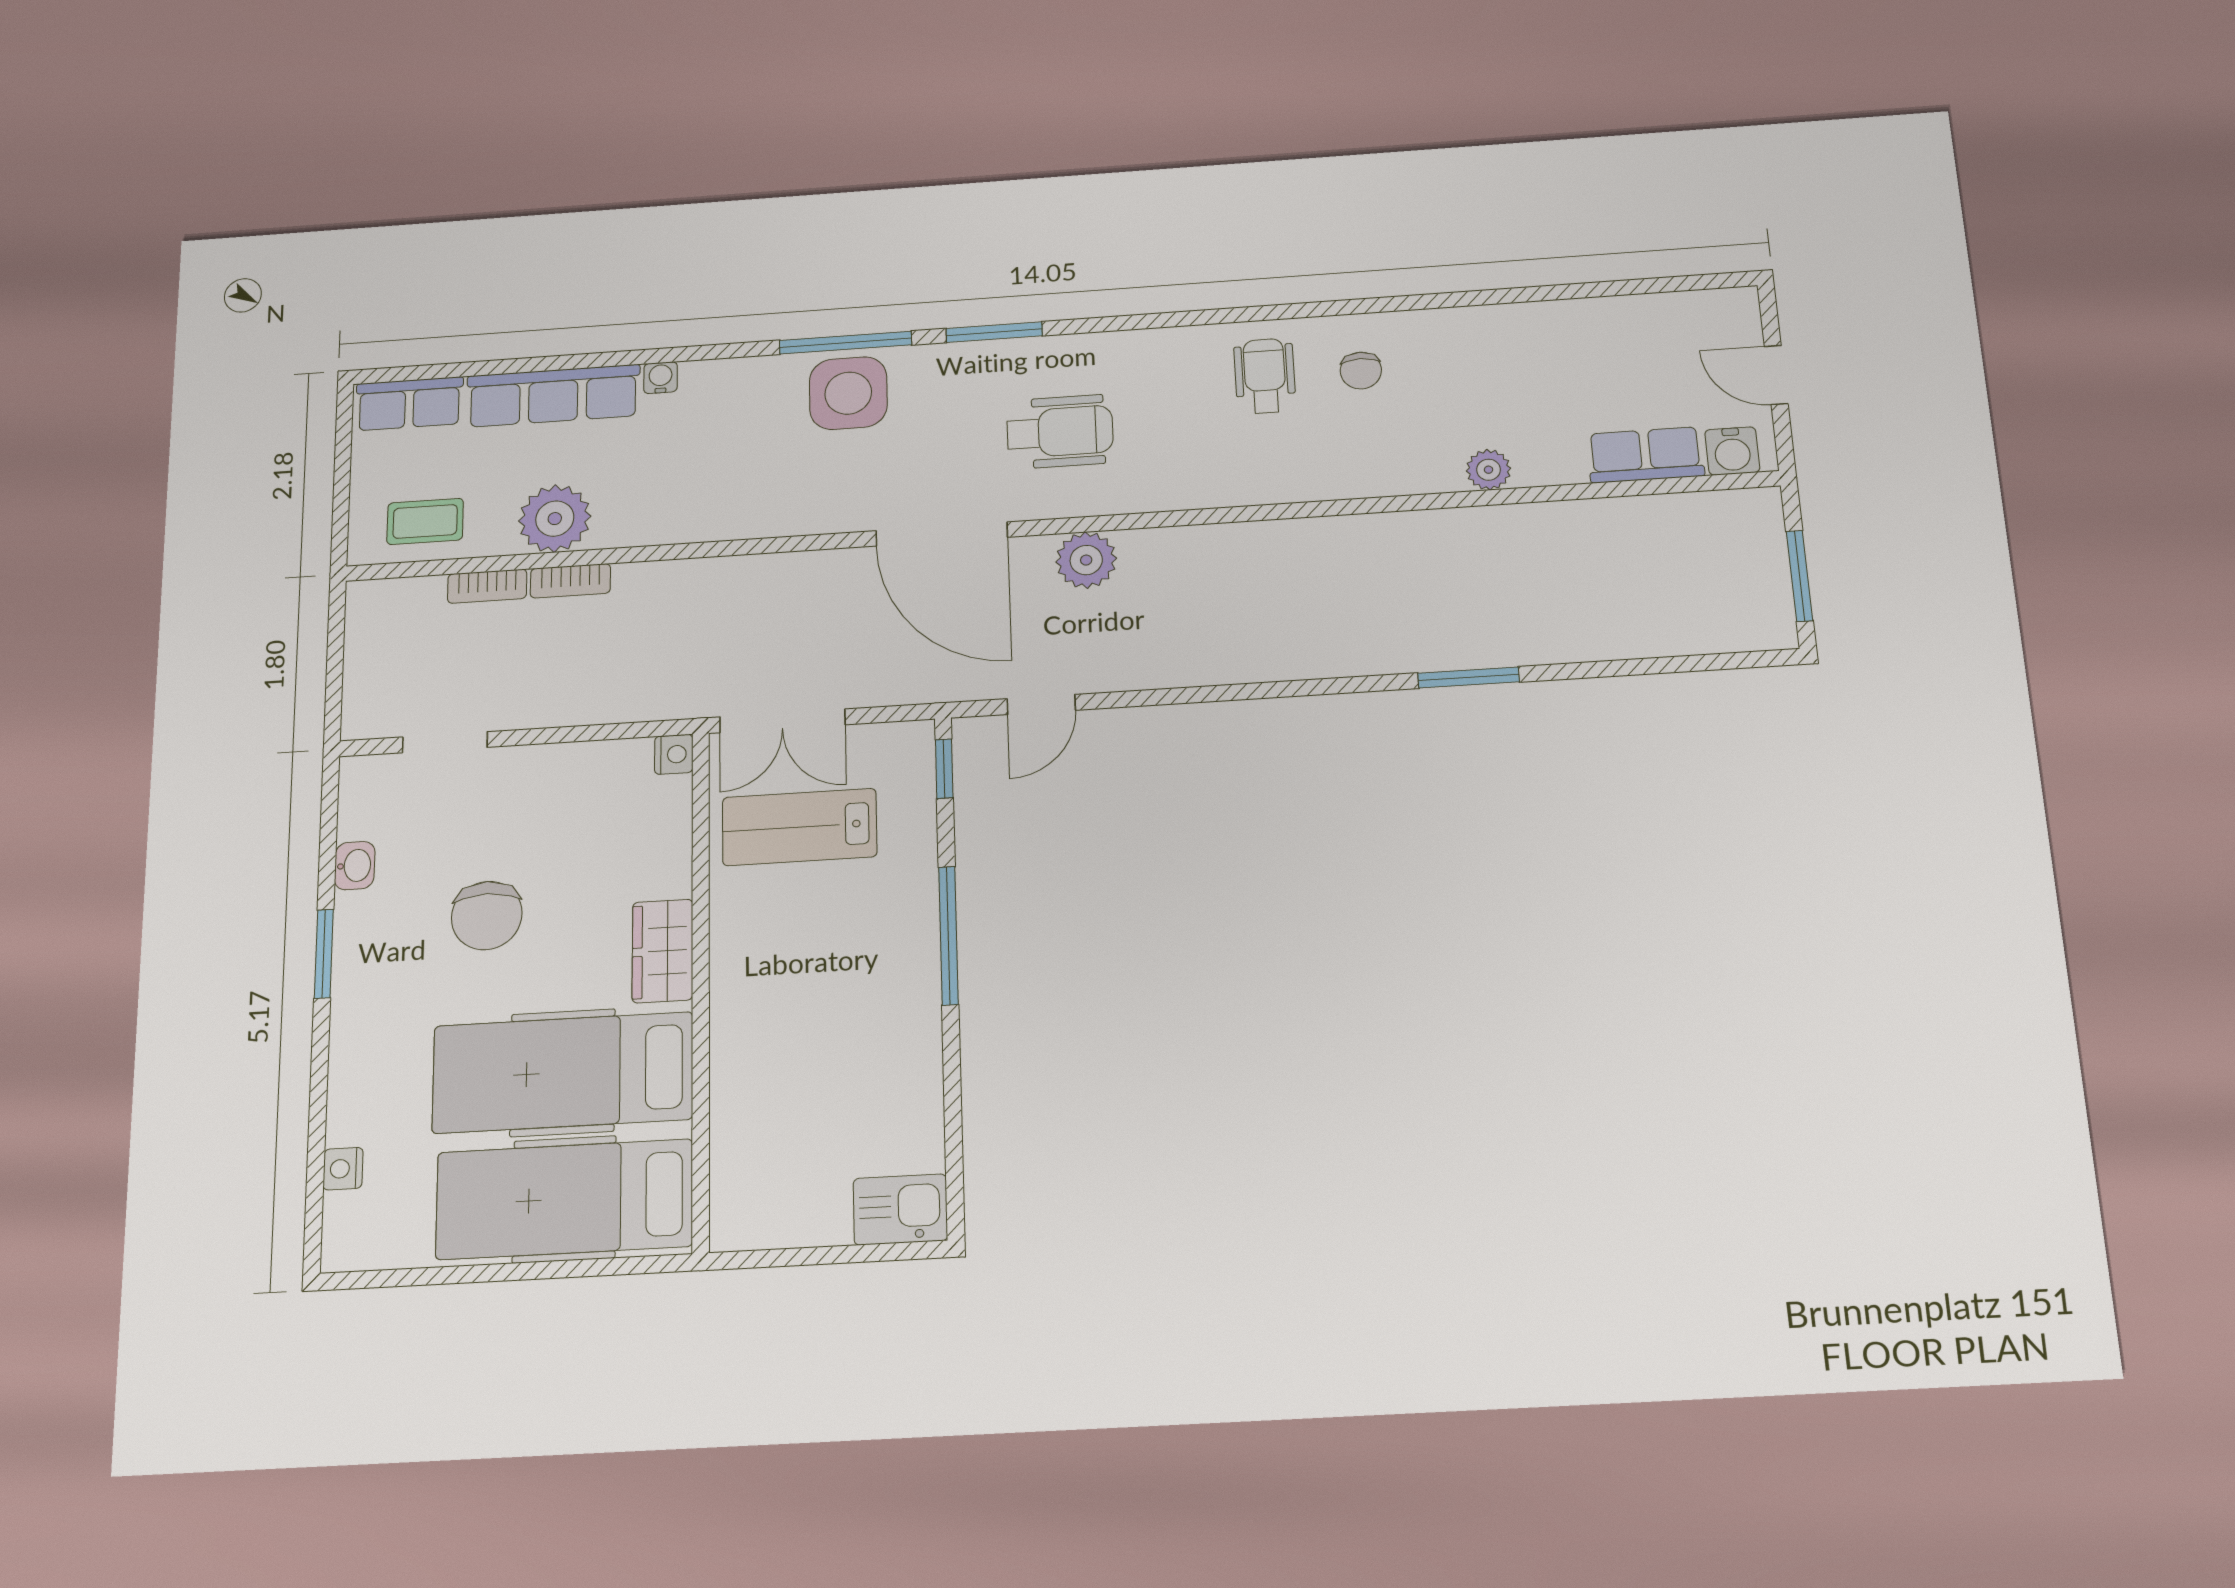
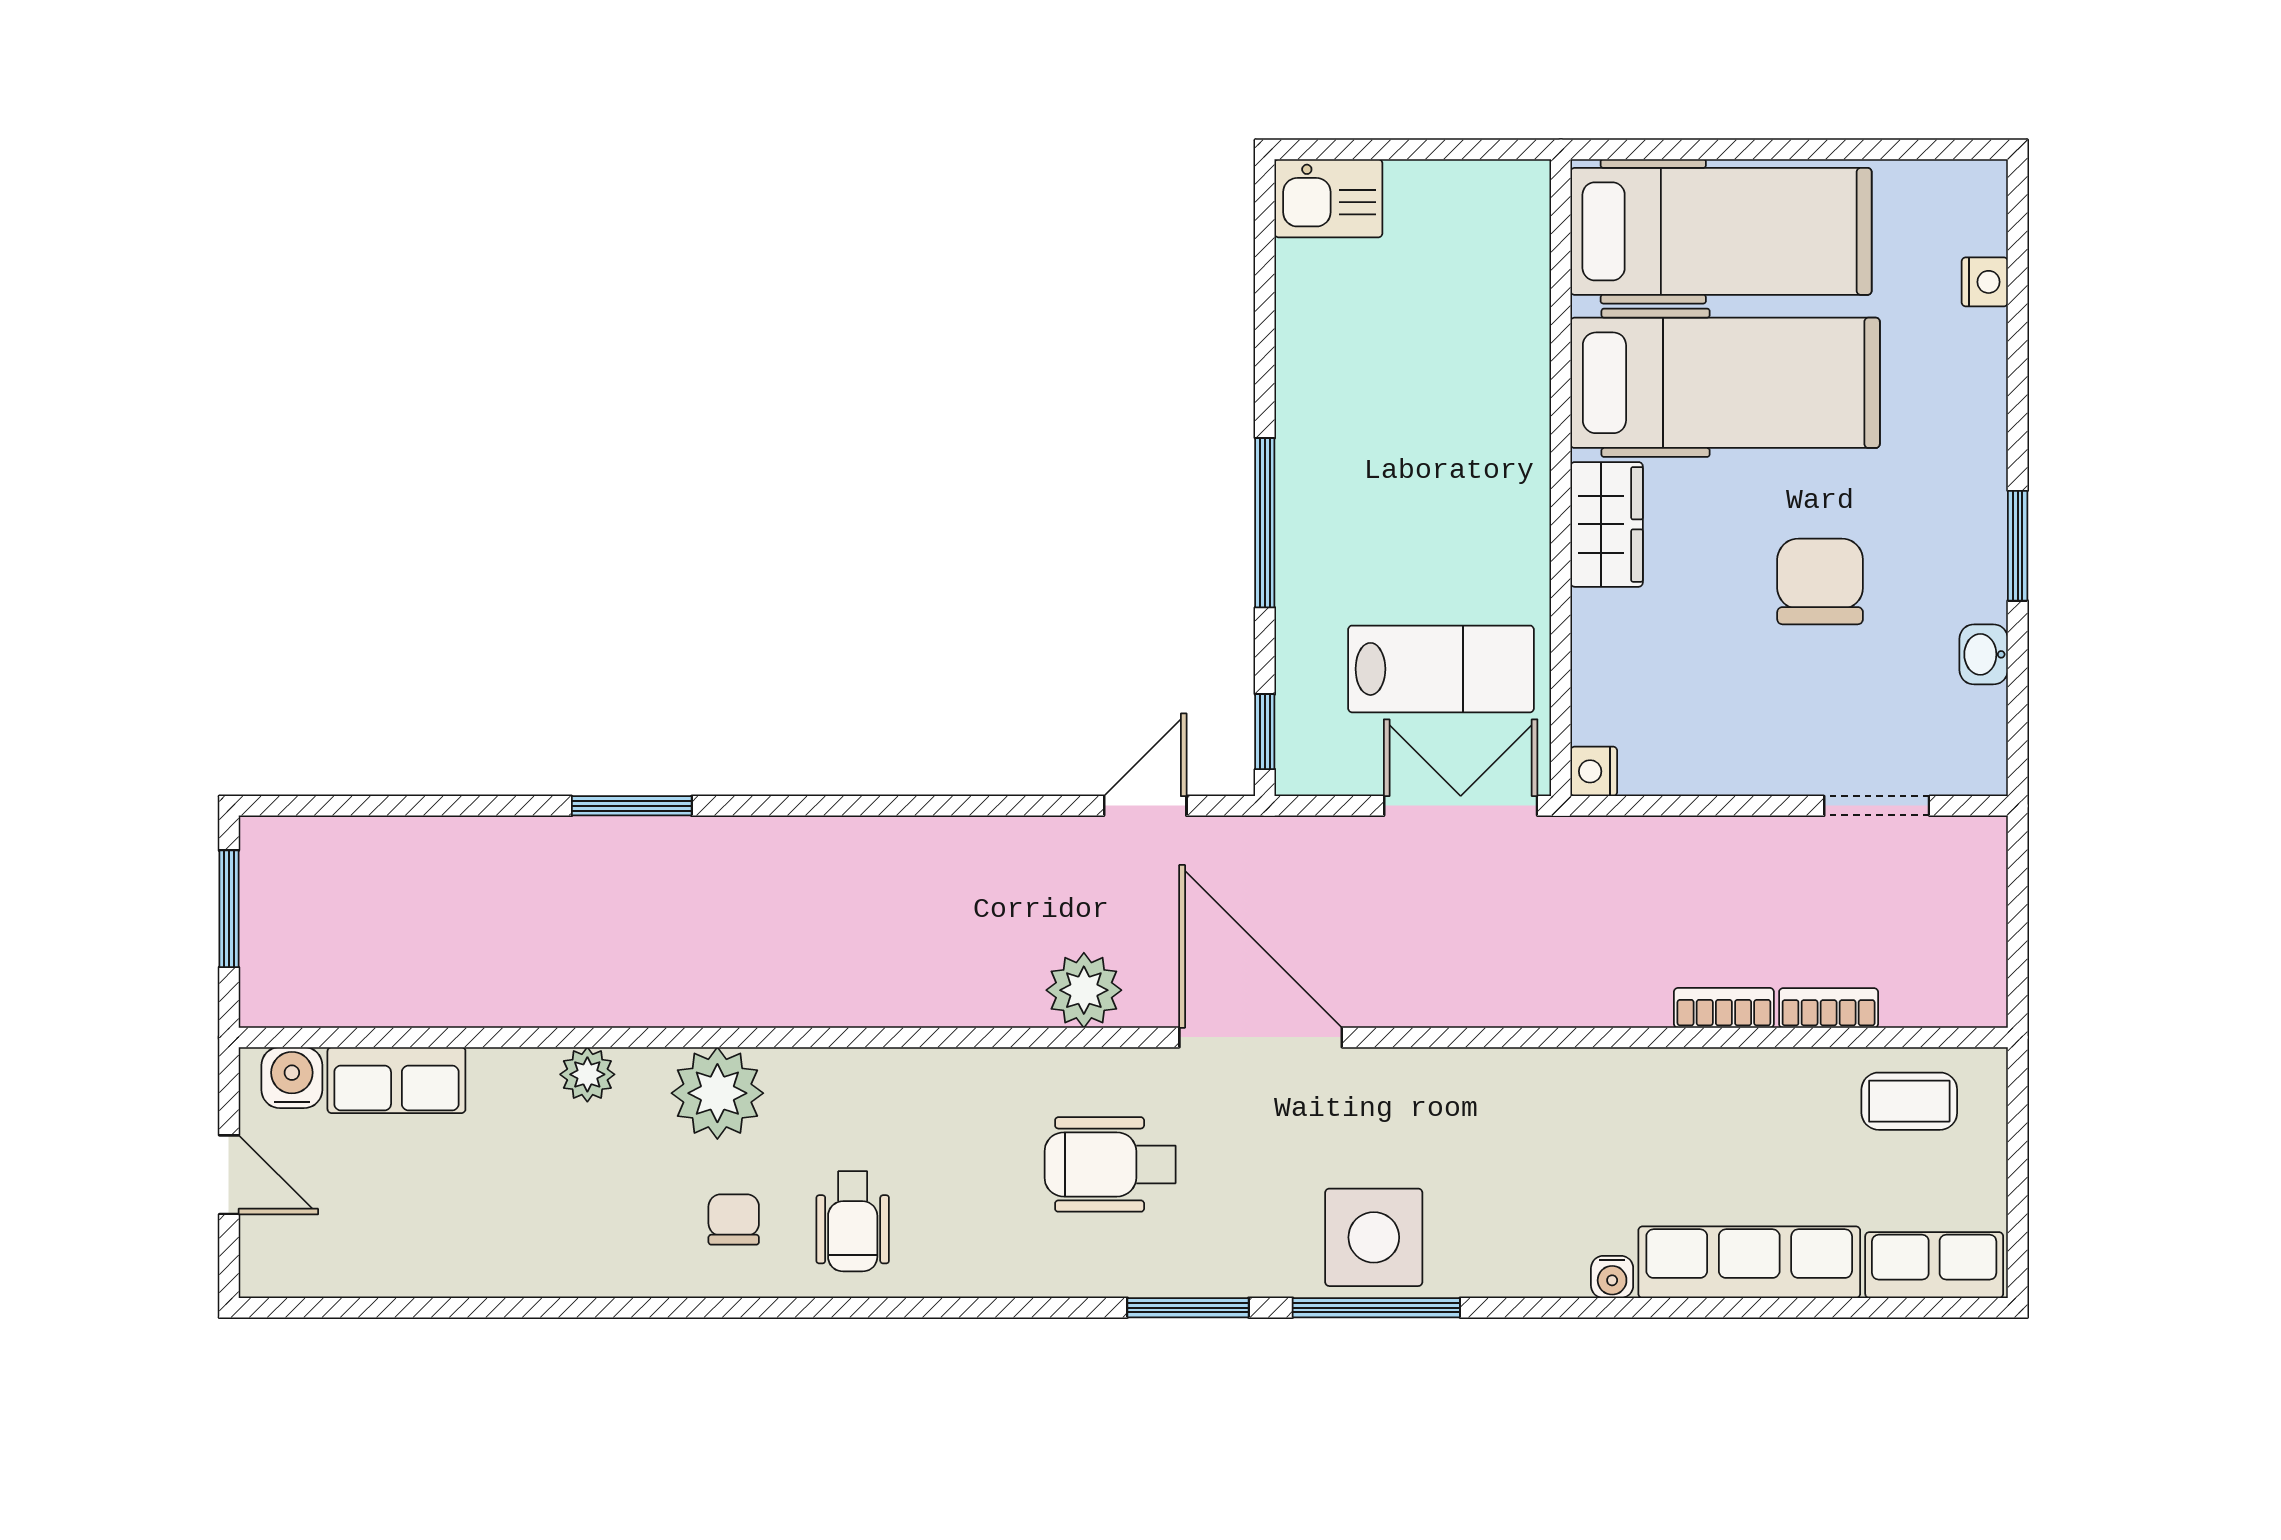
plant: (555, 519) -> (717, 1093), moved

